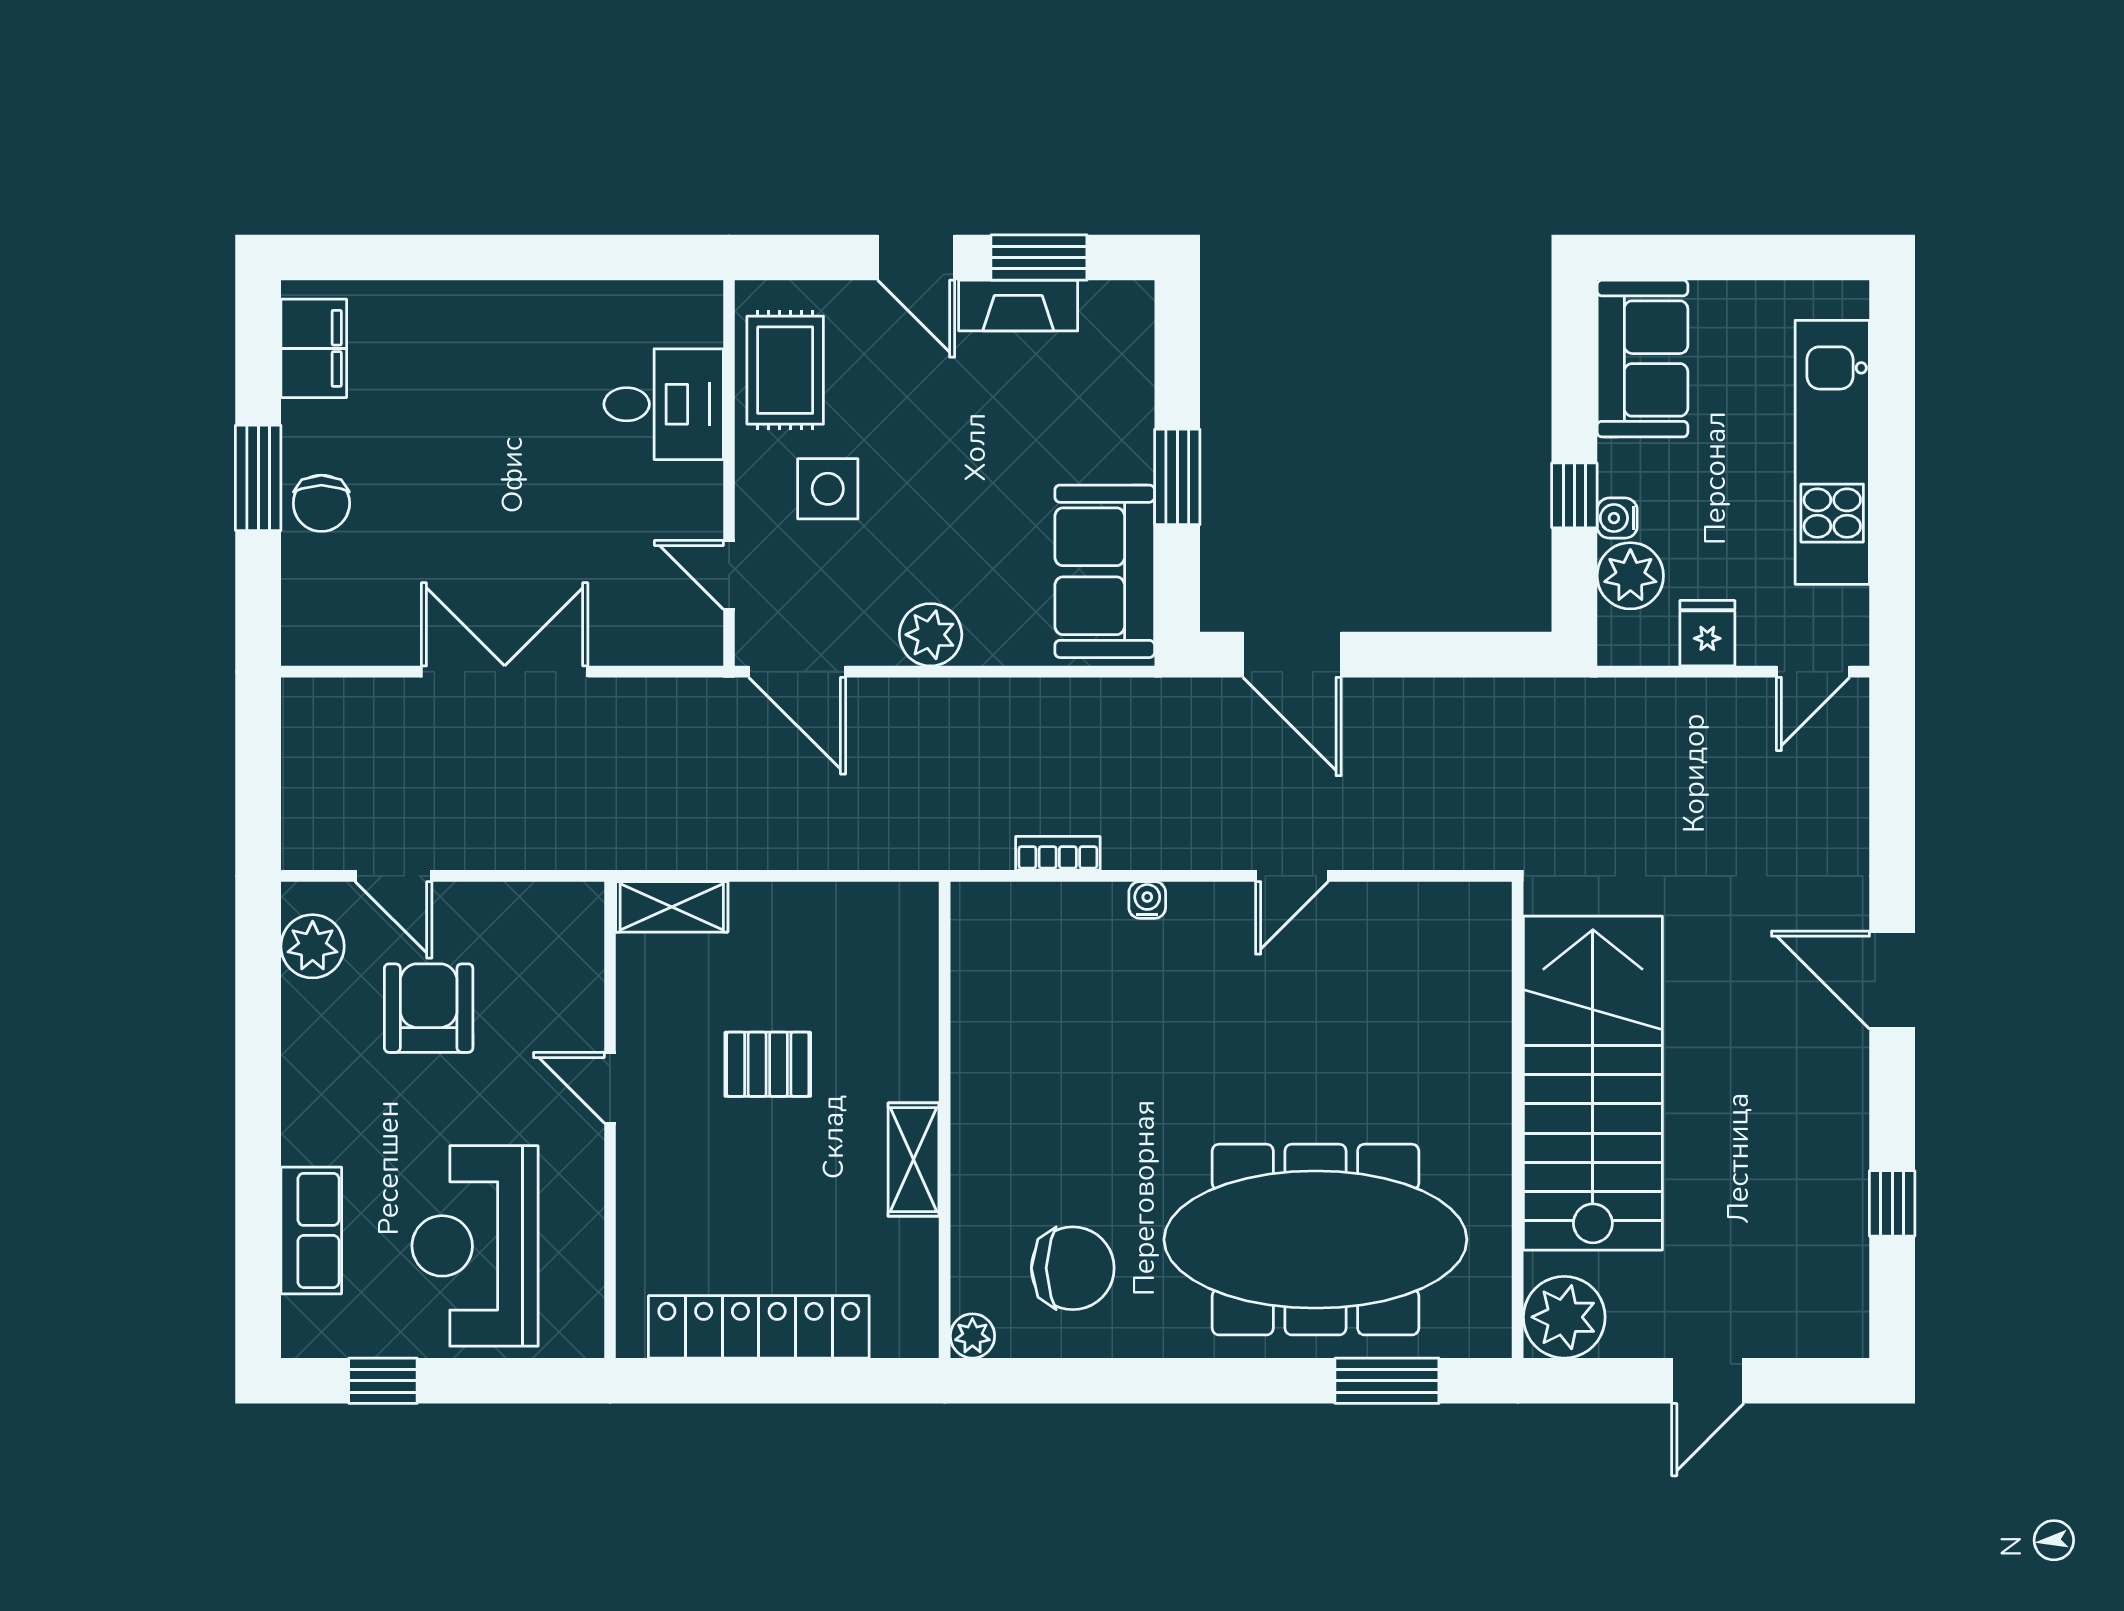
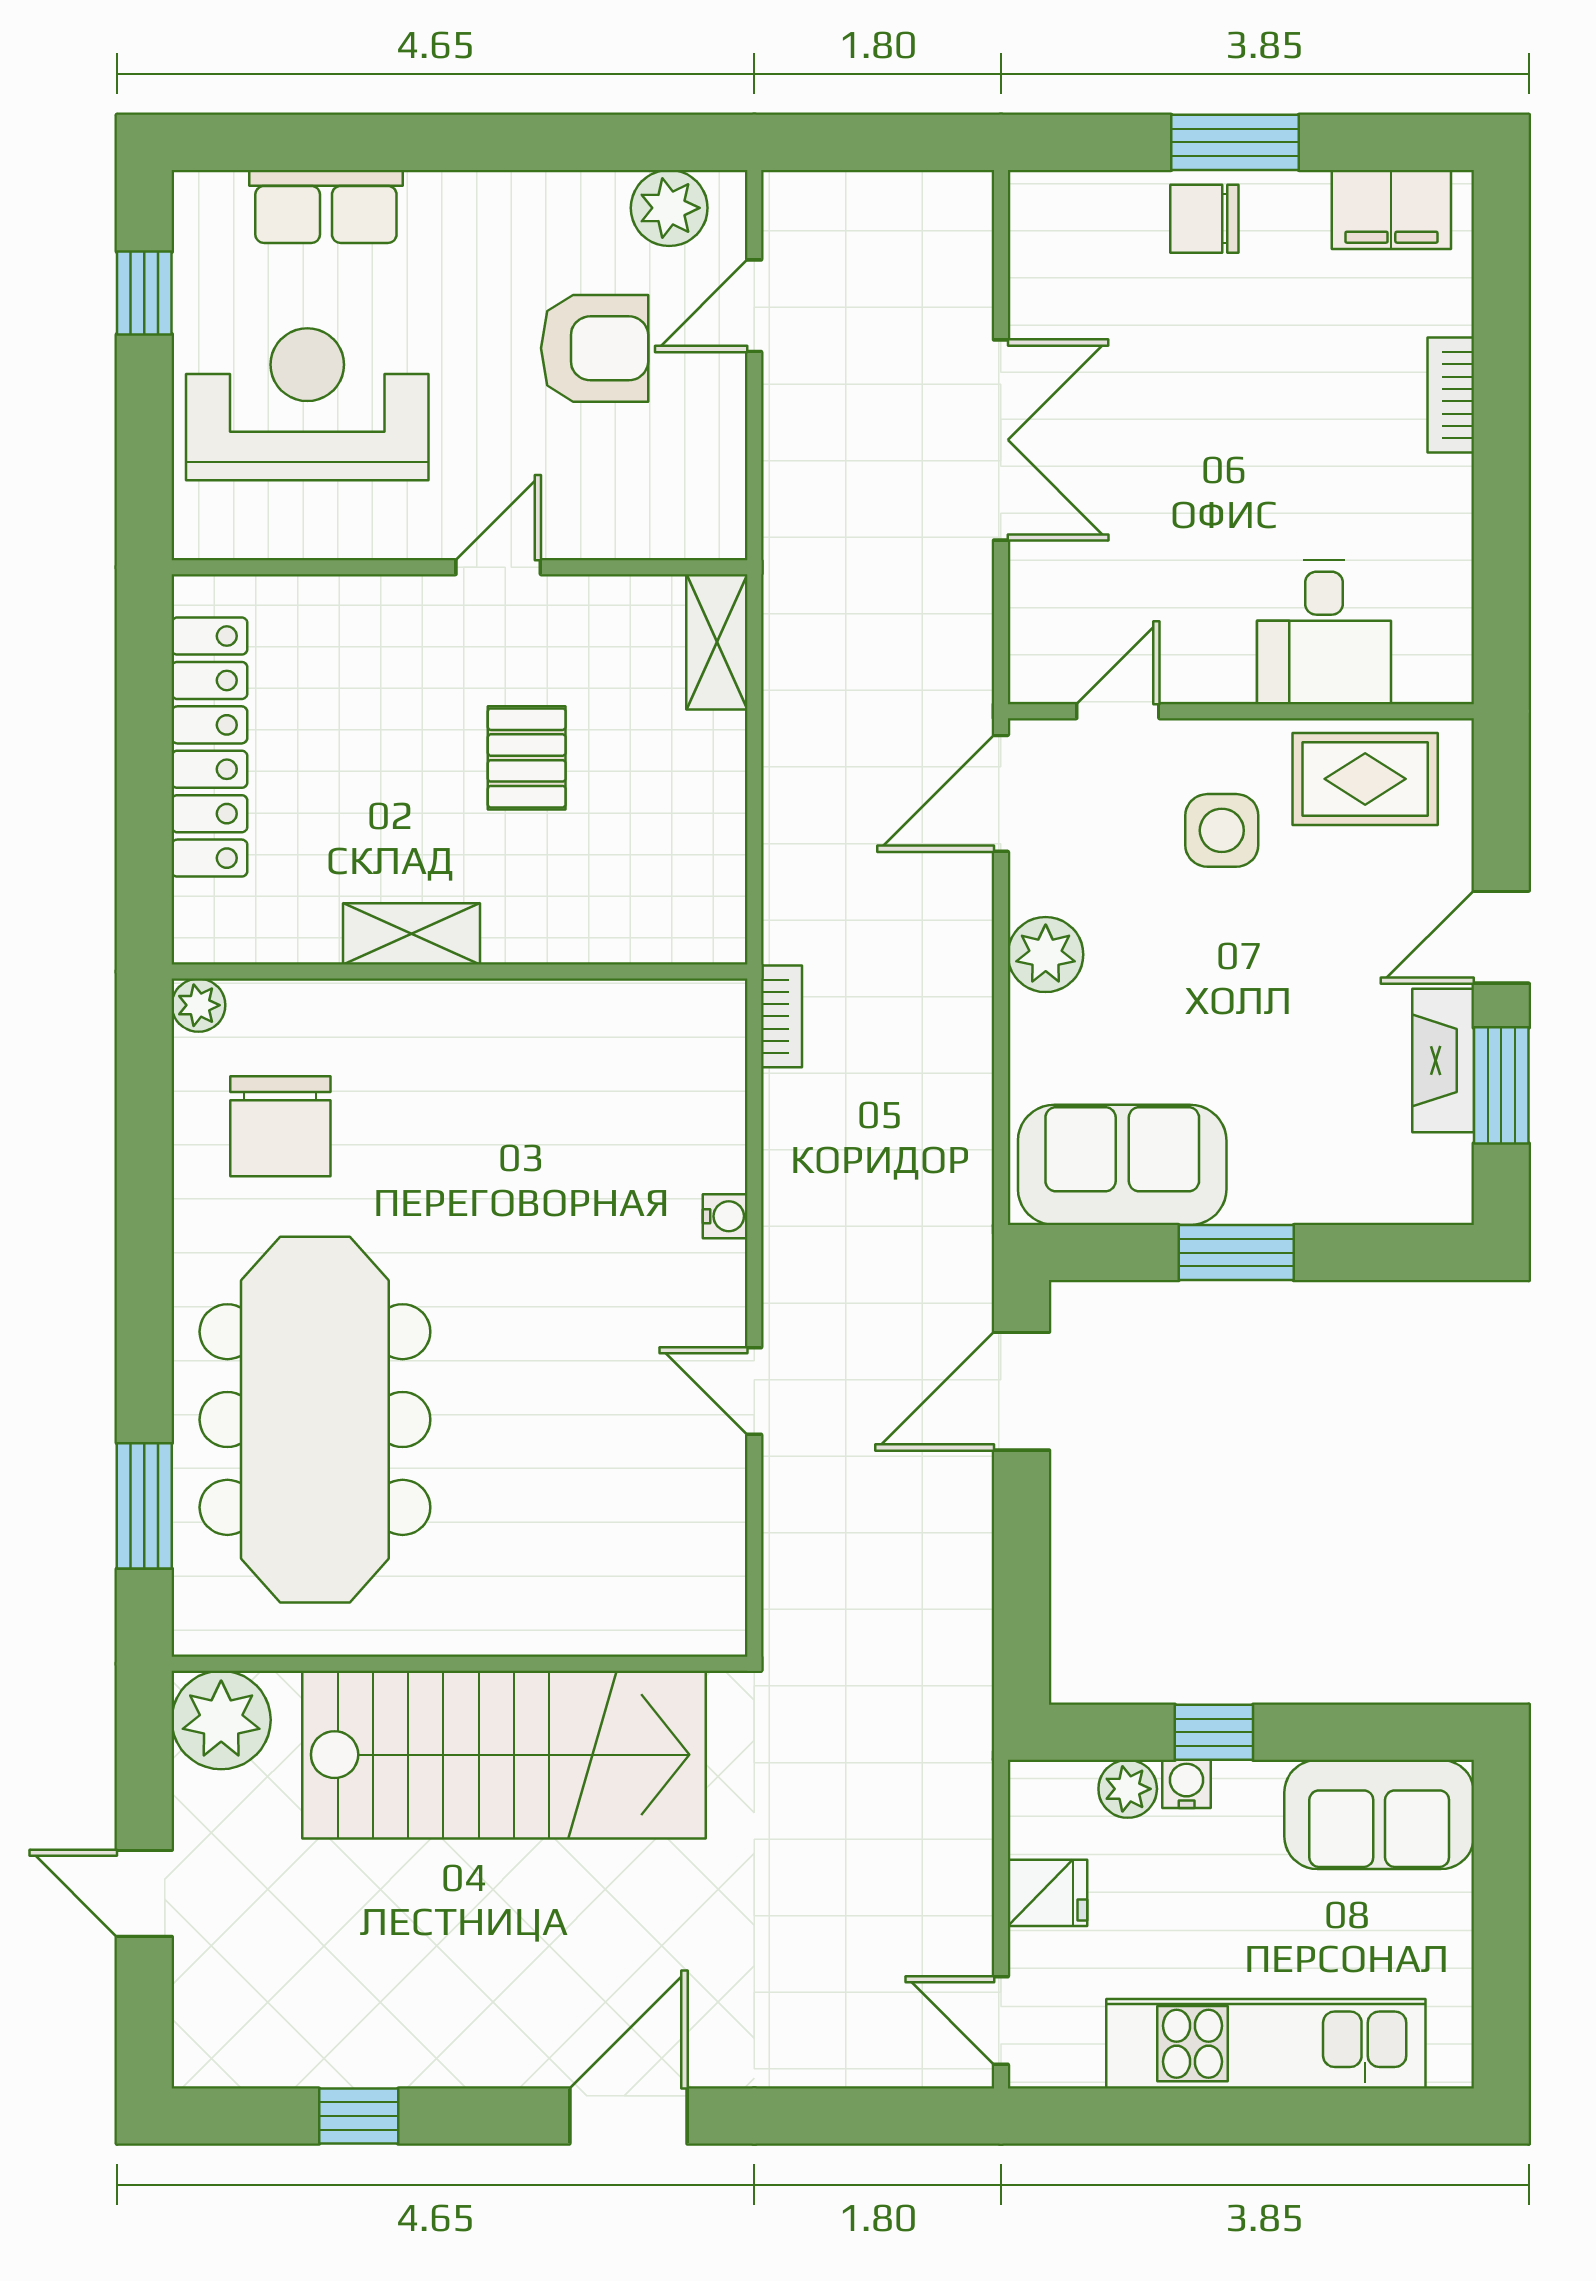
bookcase: (467, 299) -> (1451, 395), added
plant: (1630, 576) -> (1128, 1789), width x0.73, depth x0.73
bookcase: (1058, 853) -> (782, 1016), moved

